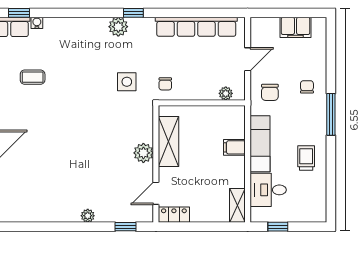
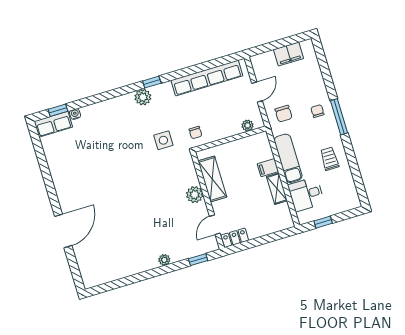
coffee table: (33, 77) -> (85, 160), removed
chair: (307, 87) -> (317, 111), moved
shelving: (237, 205) -> (277, 189), moved

